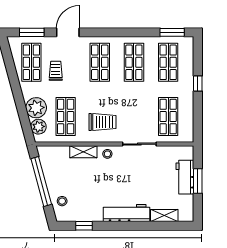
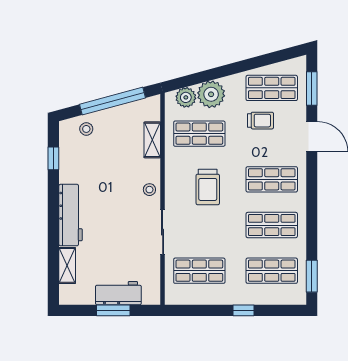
trolley: (102, 122) -> (208, 187), moved
shelving: (83, 152) -> (152, 140), moved

